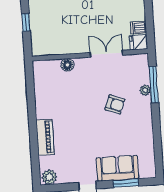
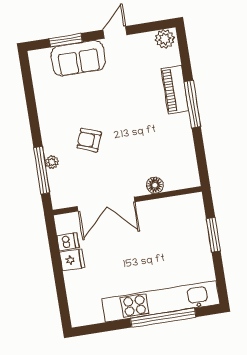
window: (26, 22) -> (213, 235), width x1.50
fridge: (138, 42) -> (72, 260), moved
double door: (106, 54) -> (106, 204), width x1.37
window: (33, 125) -> (192, 104), added

